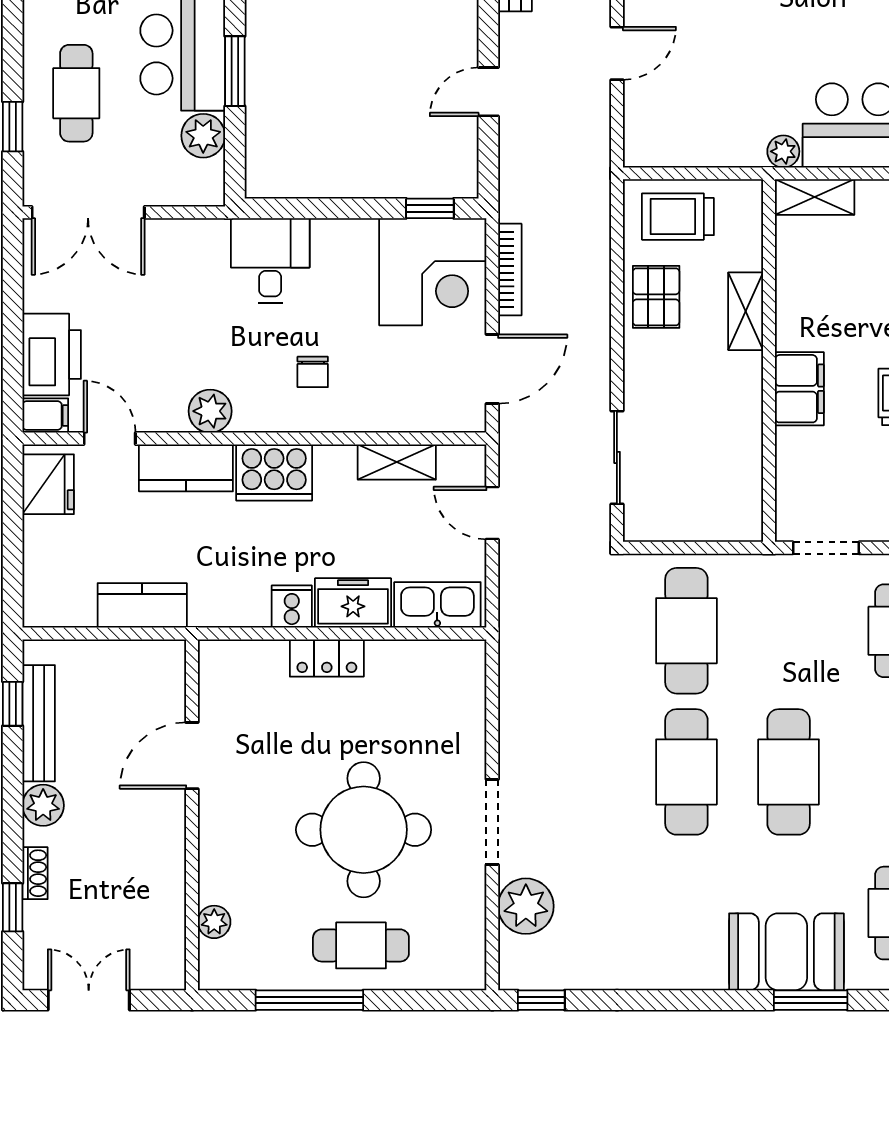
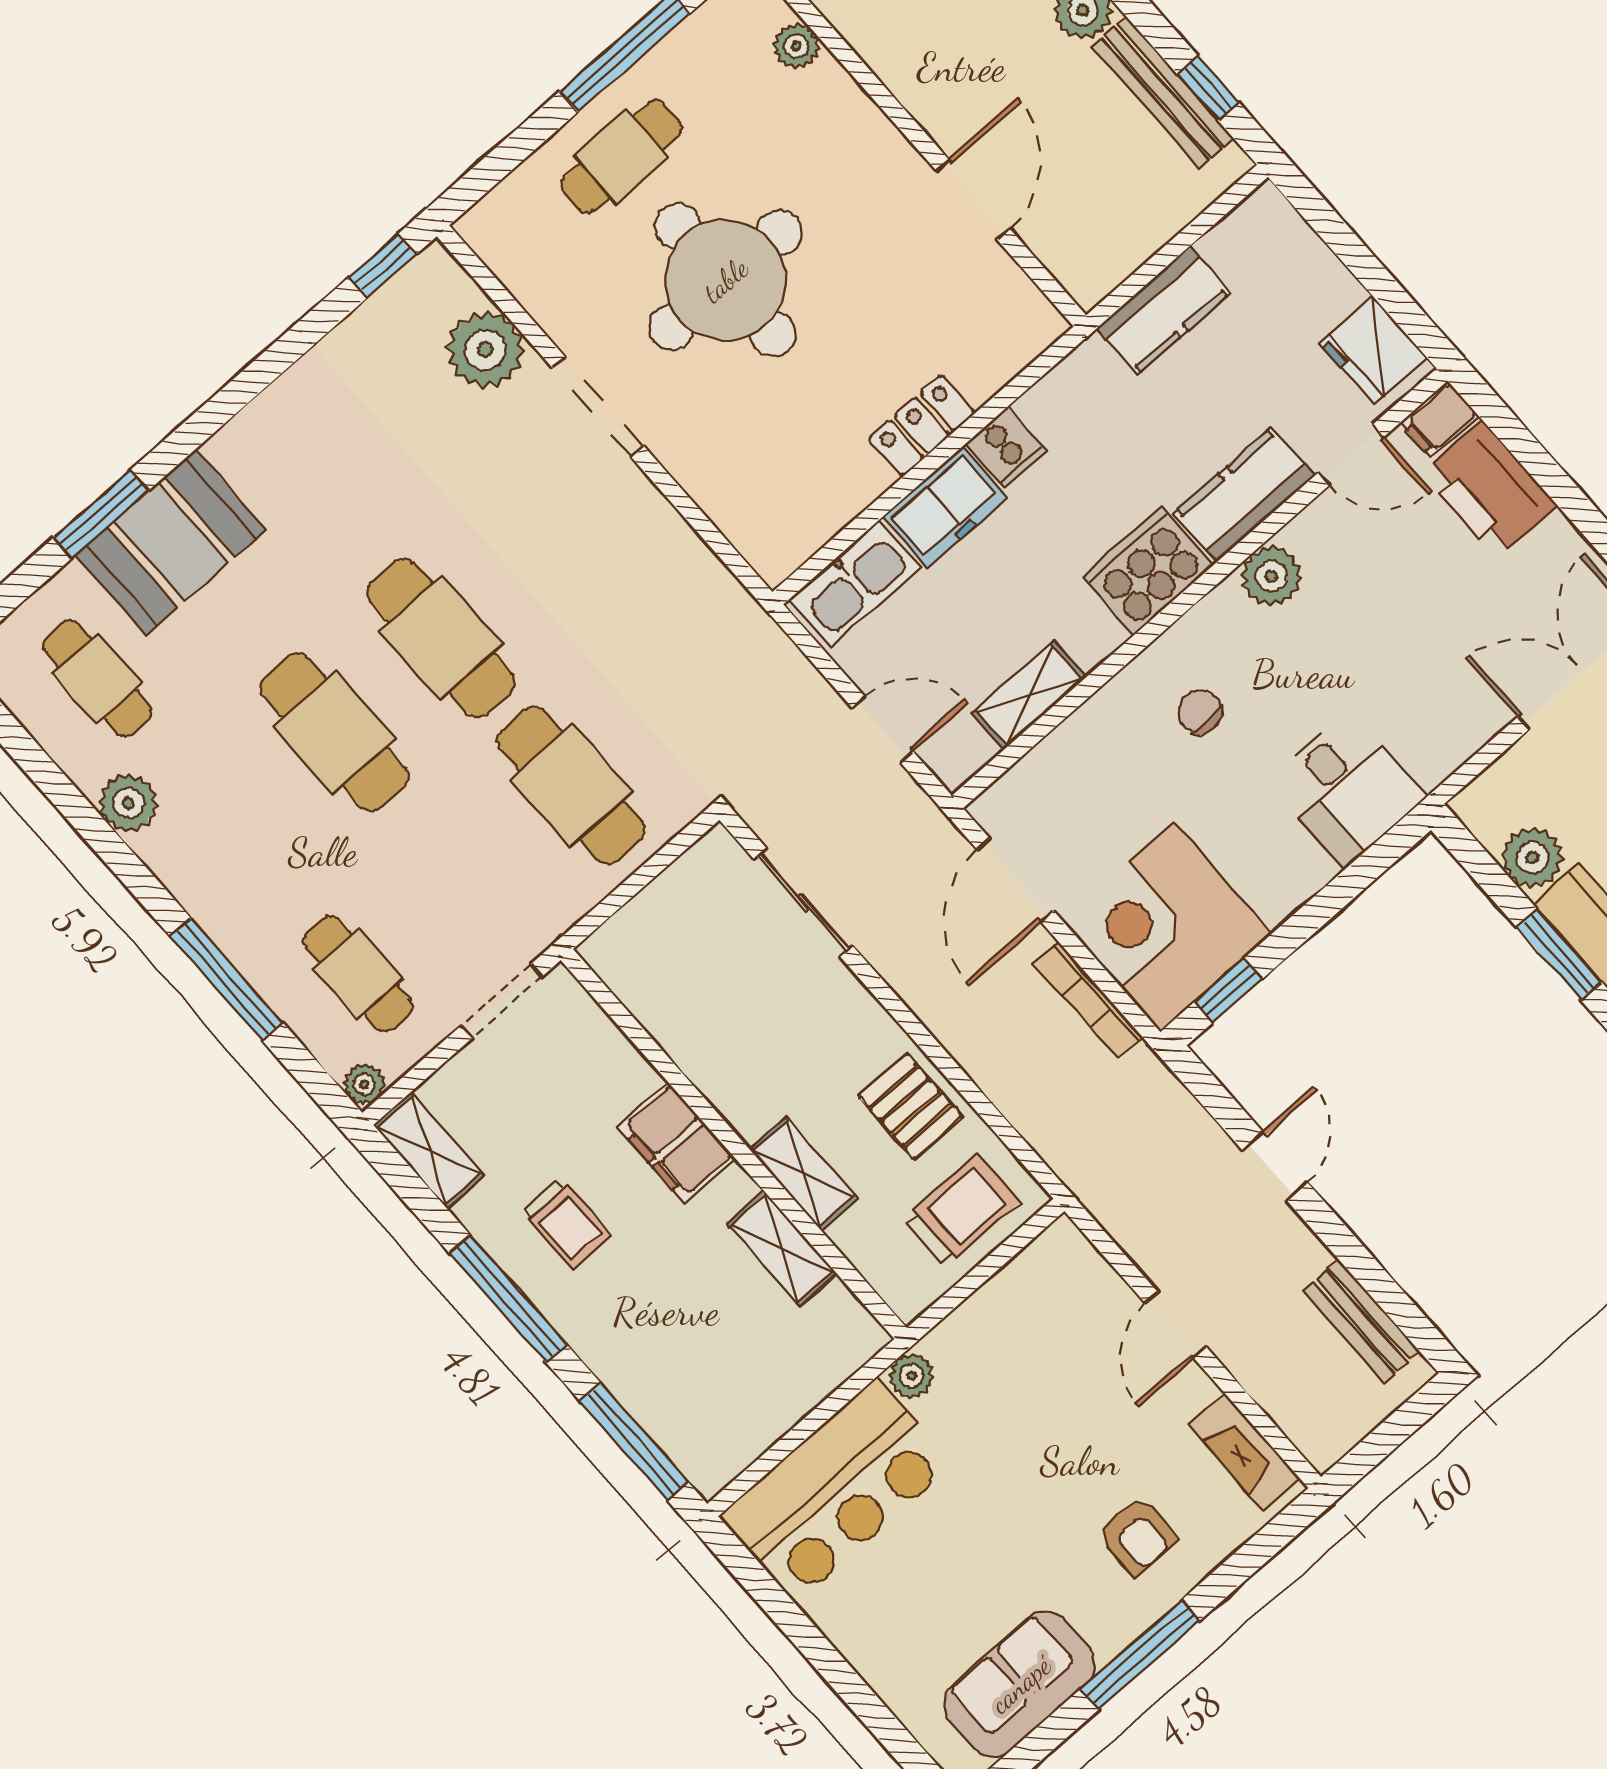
shelving: (815, 197) -> (782, 1248), moved, turned 90

